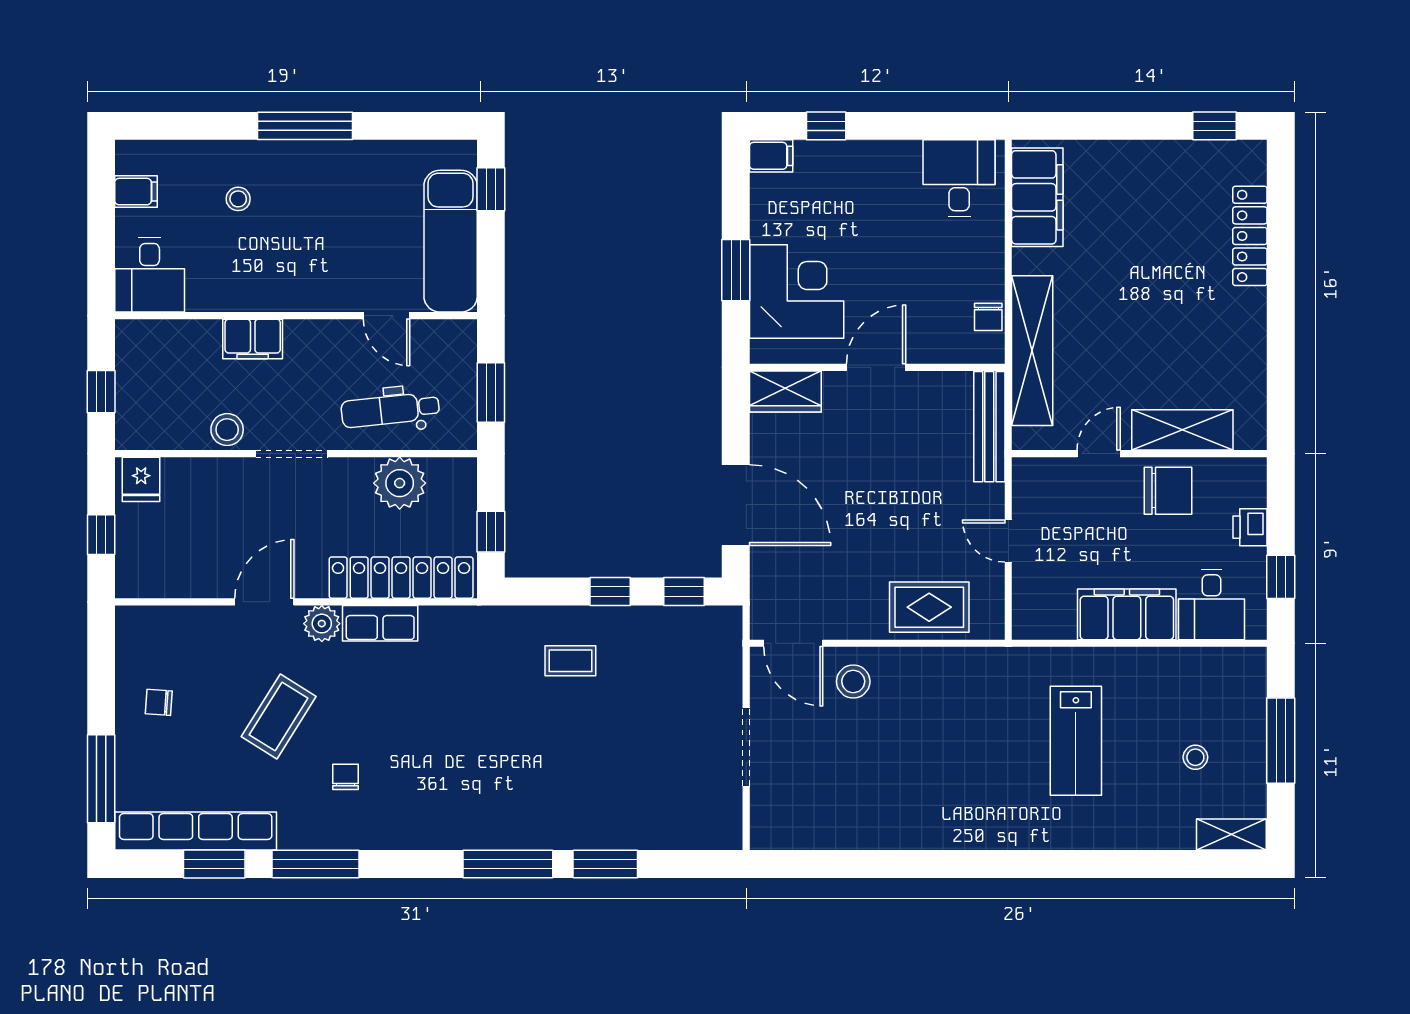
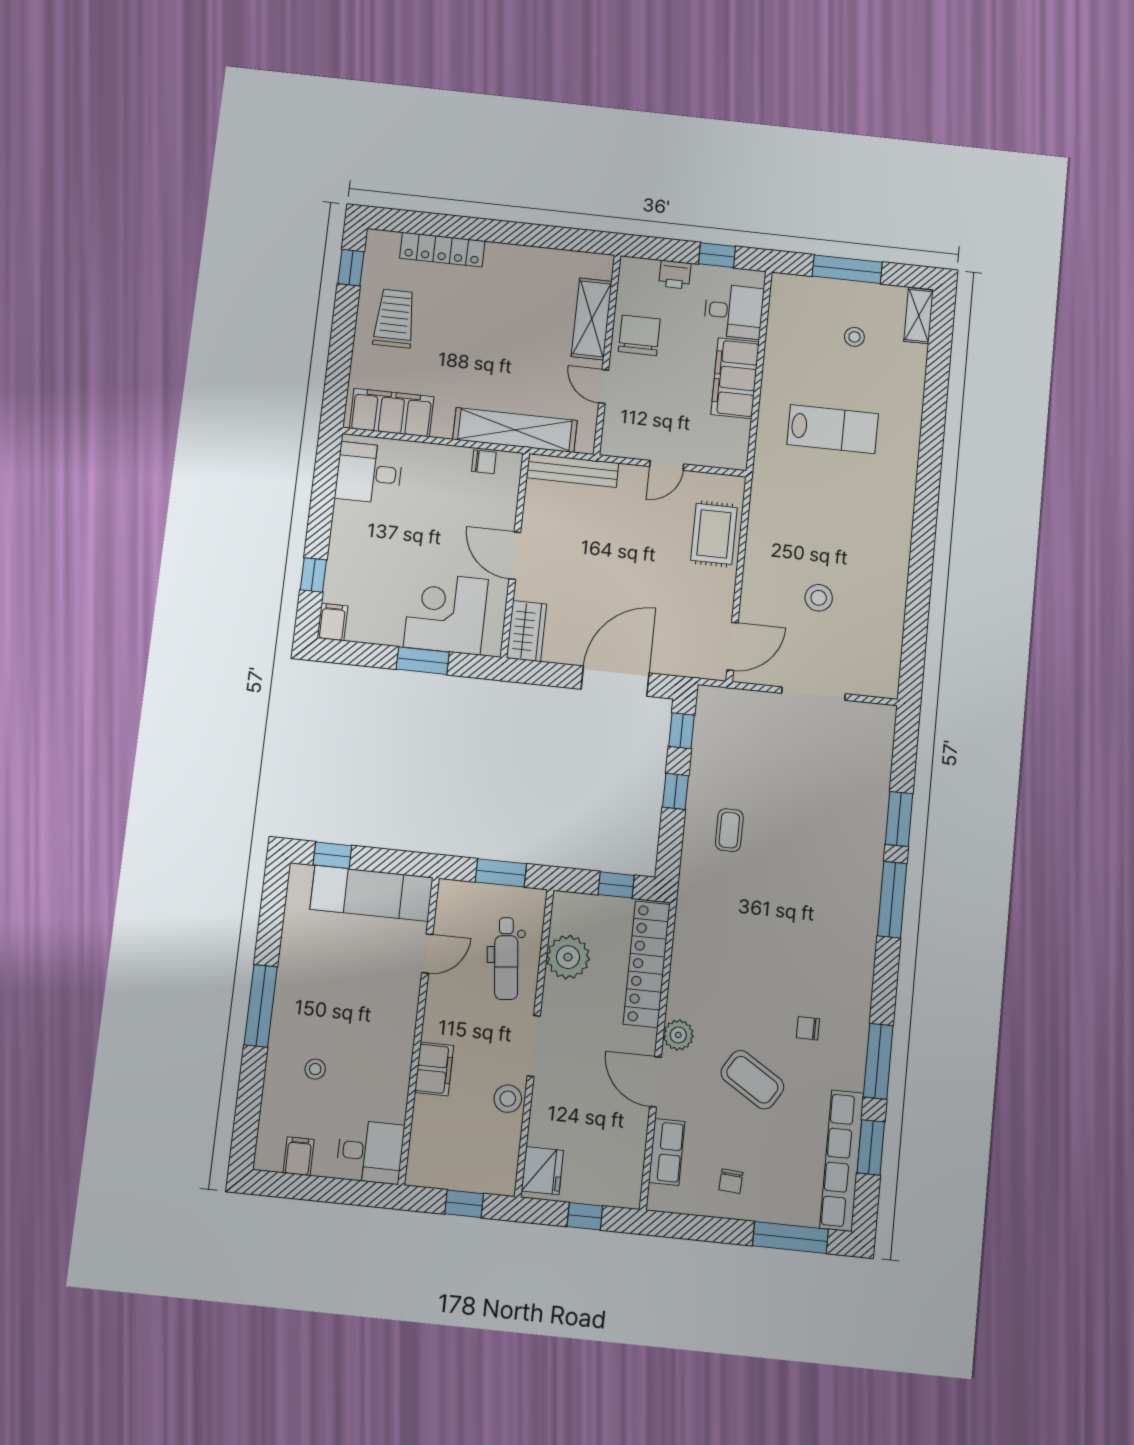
trolley: (1156, 187) -> (395, 318), added
fridge: (141, 479) -> (542, 1171), width x1.38
row of seats: (380, 623) -> (667, 1152), moved
stool: (853, 681) -> (819, 598), moved

